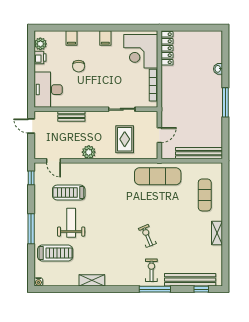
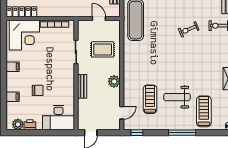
bench: (71, 116) -> (82, 86), moved
treadmill: (69, 192) -> (150, 99), turned 180

